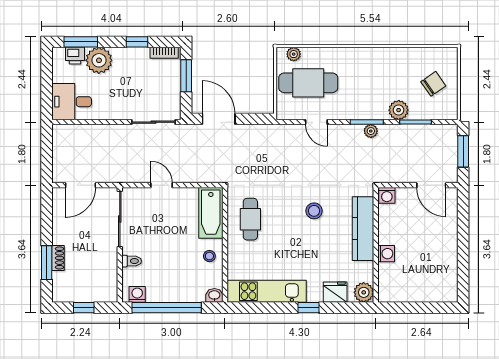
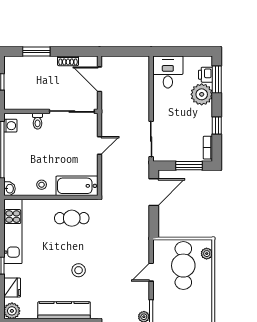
shoe rack: (58, 258) -> (68, 61), moved

